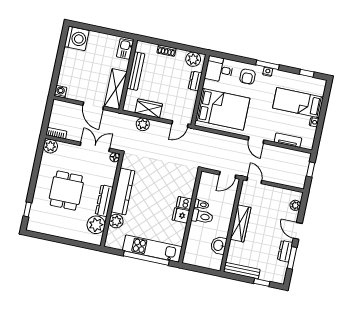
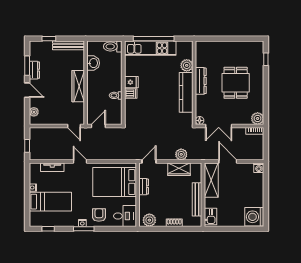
dresser: (195, 81) -> (144, 187), moved
toilet: (202, 216) -> (113, 46), moved
plant: (96, 225) -> (203, 58), removed

